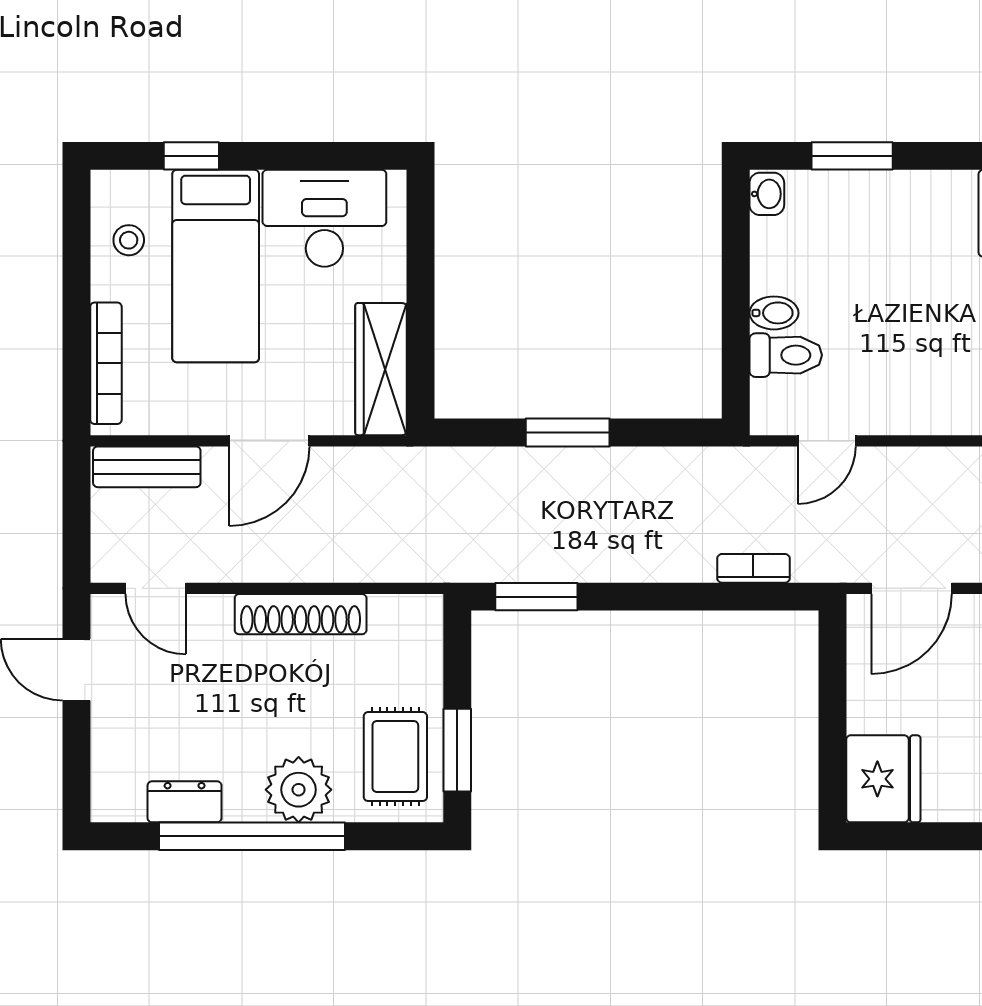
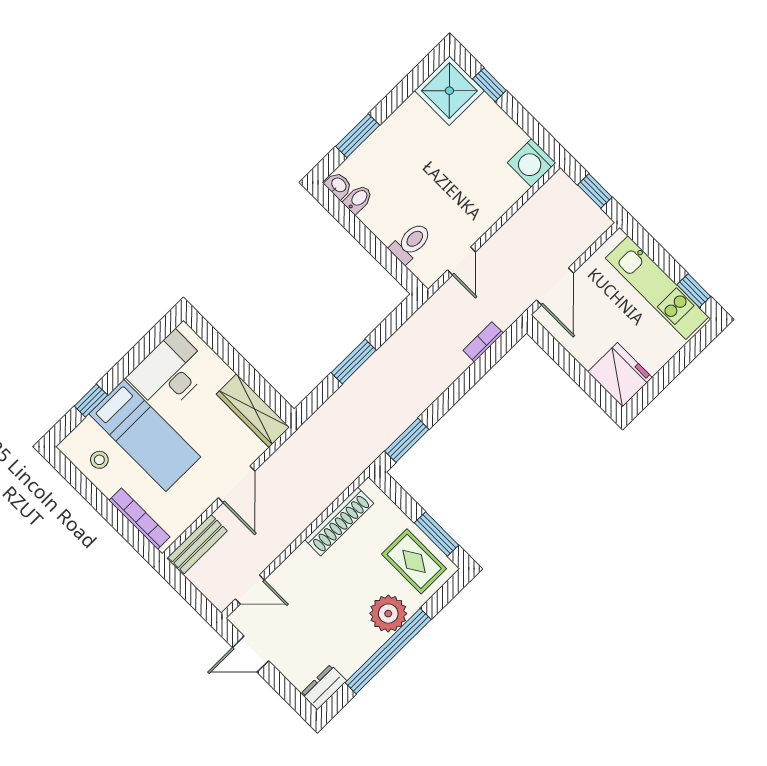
bidet: (774, 313) -> (358, 199), moved
shoe rack: (301, 614) -> (339, 522), moved
dresser: (185, 802) -> (324, 687), moved

